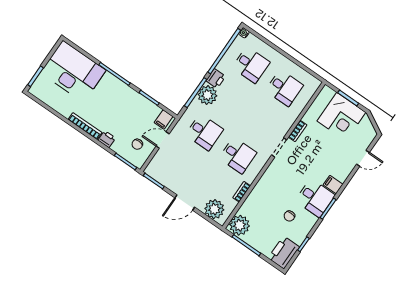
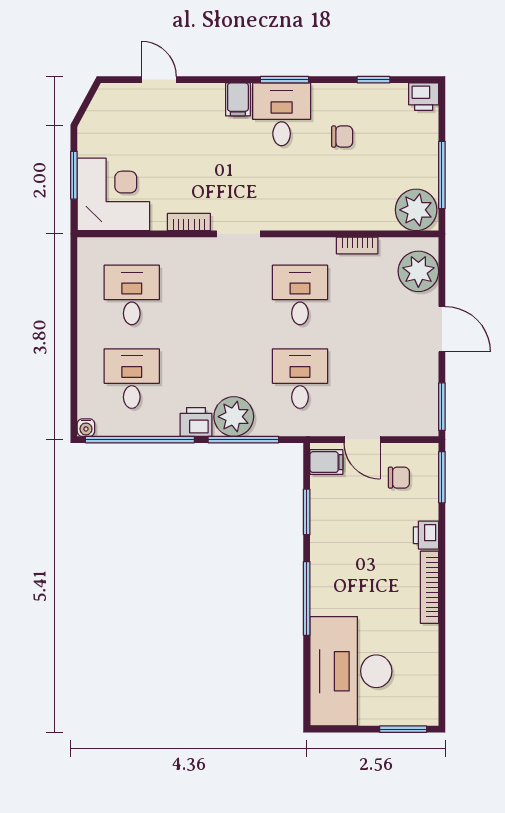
corner desk: (341, 117) -> (113, 194), moved
printer: (284, 252) -> (424, 97), width x0.53, depth x0.68

